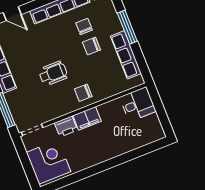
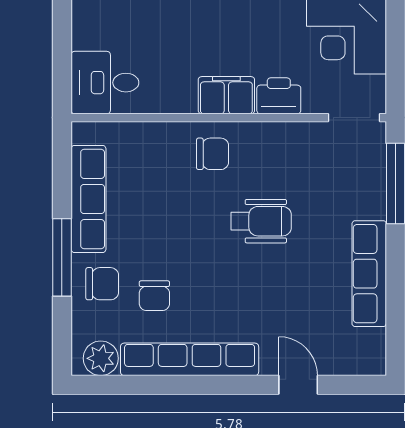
chair: (91, 46) -> (102, 284), moved
wheelchair: (53, 73) -> (261, 221), turned 180

